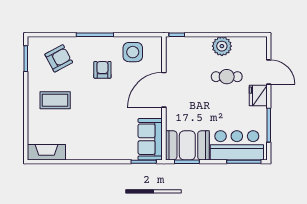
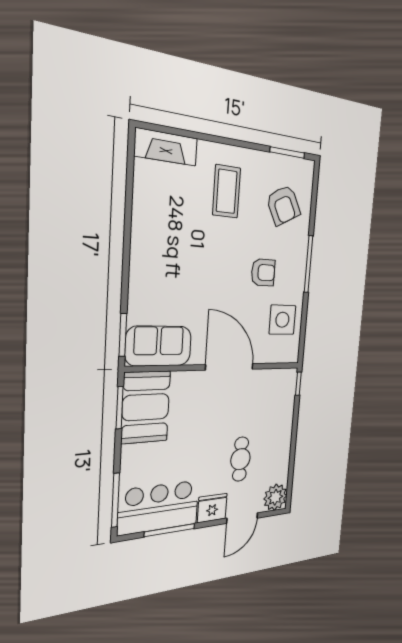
plant: (222, 46) -> (275, 497), moved
bar counter: (237, 145) -> (159, 507), moved, turned -90
fireplace: (46, 152) -> (166, 147), moved, turned 90

